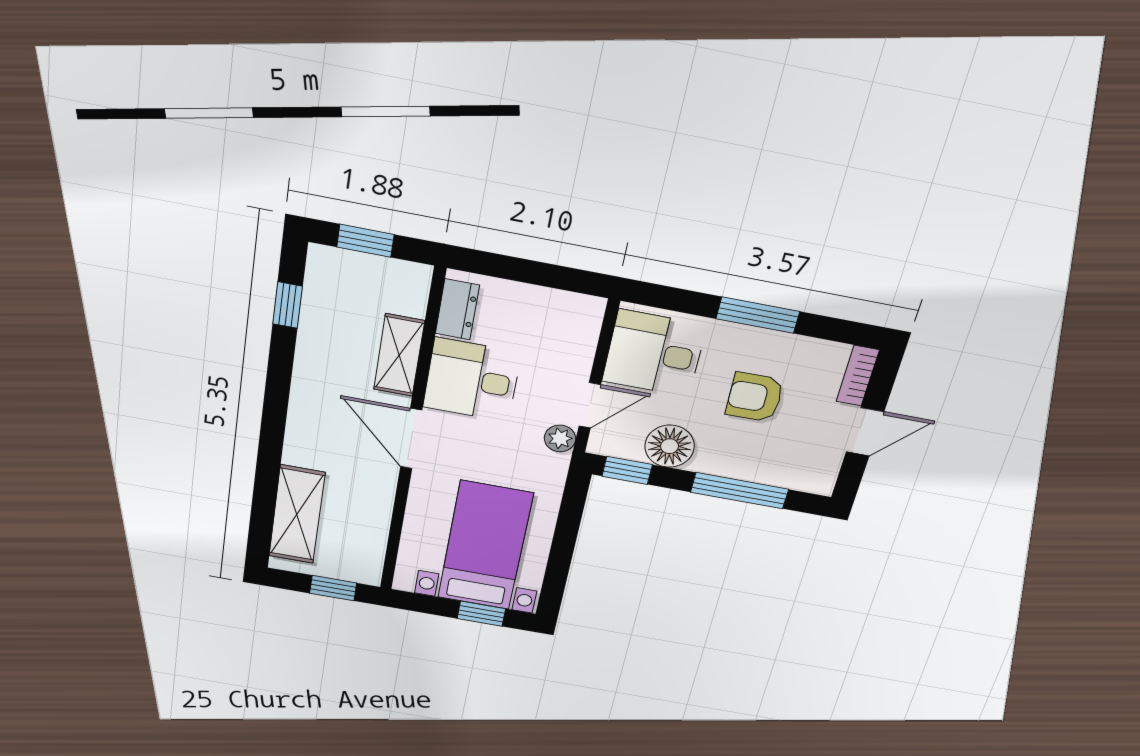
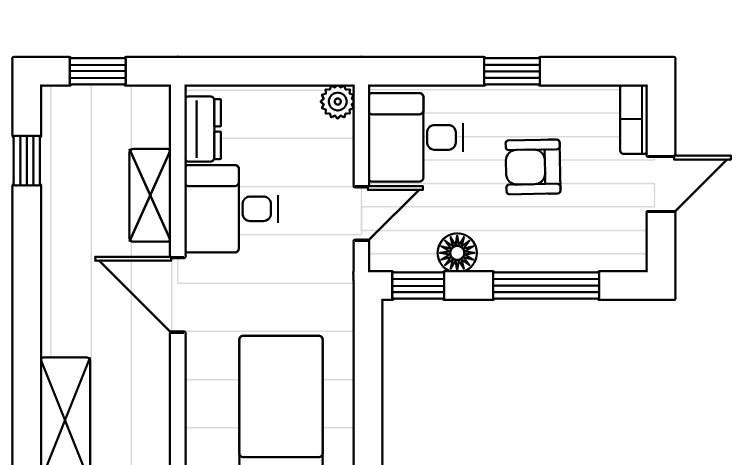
window: (758, 315) -> (512, 71), width x0.67
plant: (560, 438) -> (338, 102), moved
floor lamp: (670, 446) -> (457, 253), width x0.73, depth x0.73

